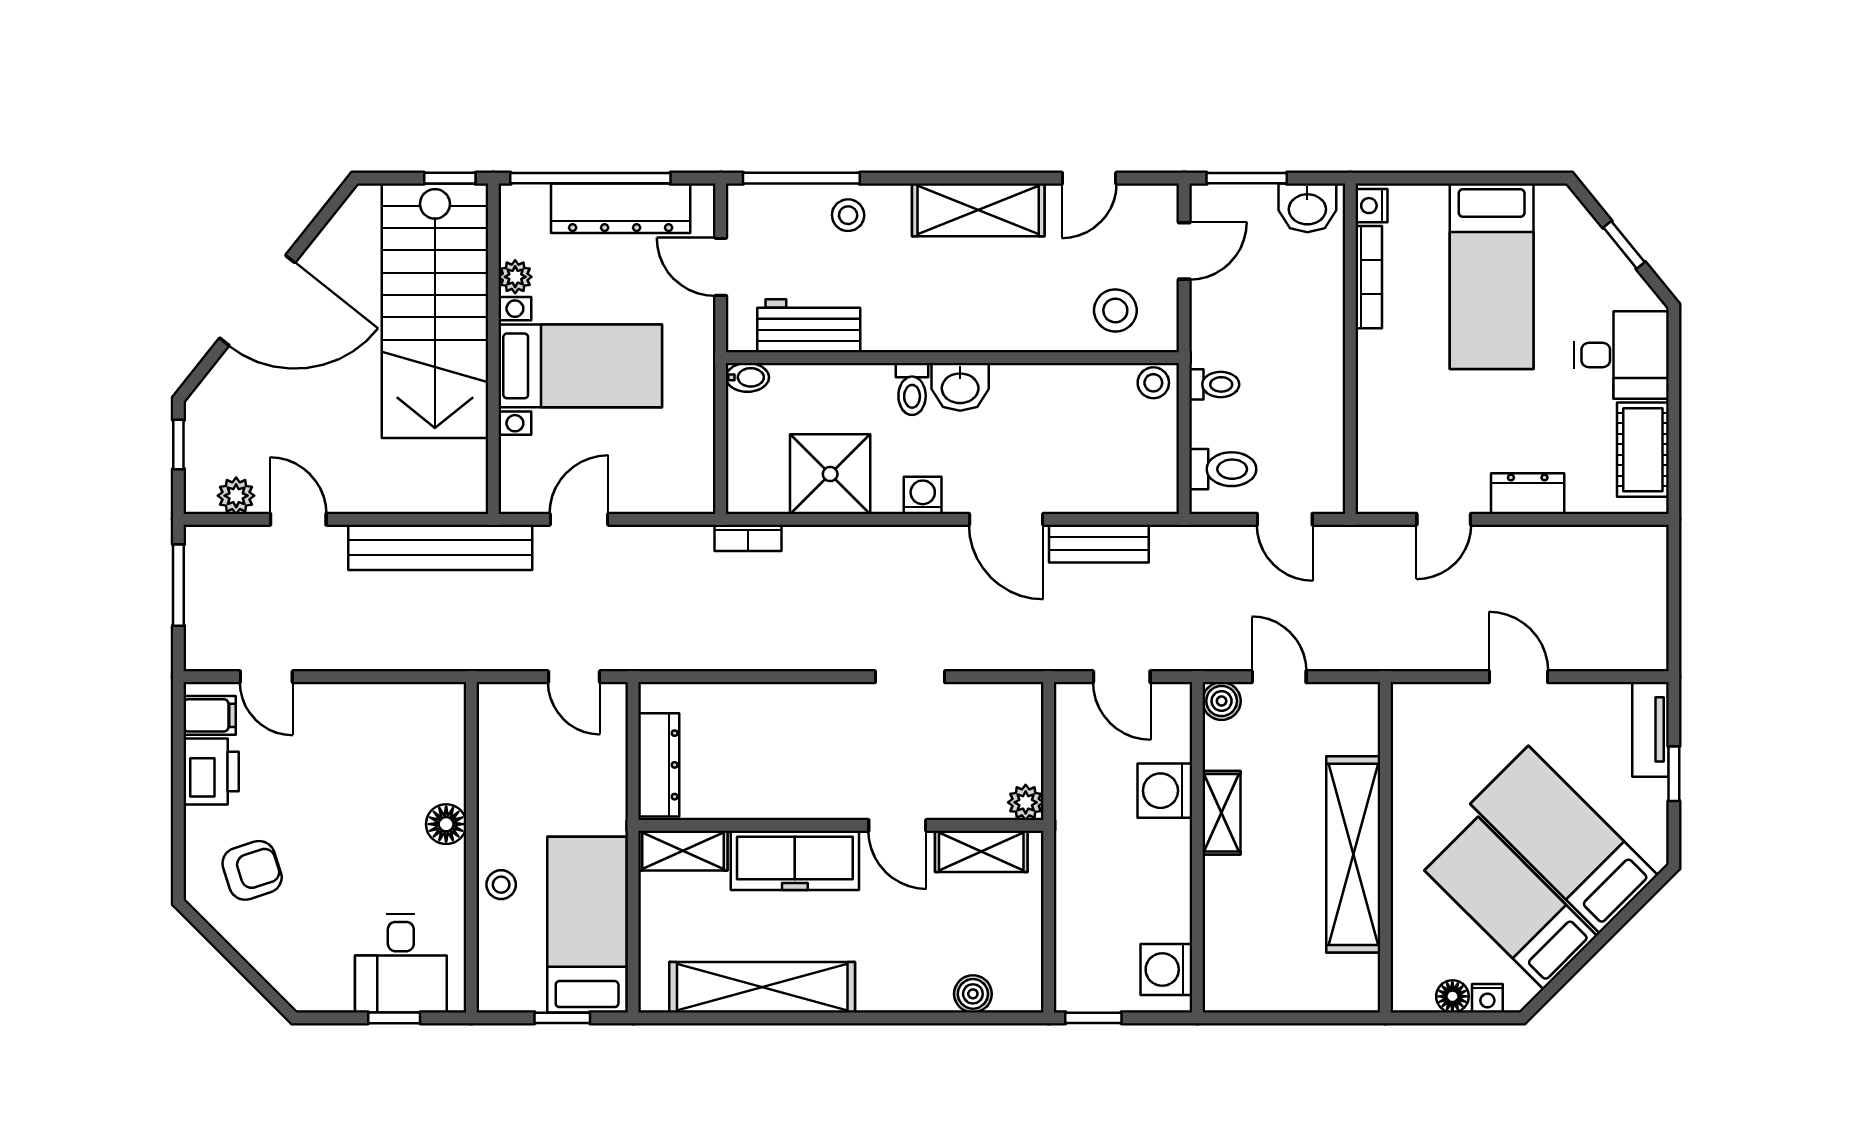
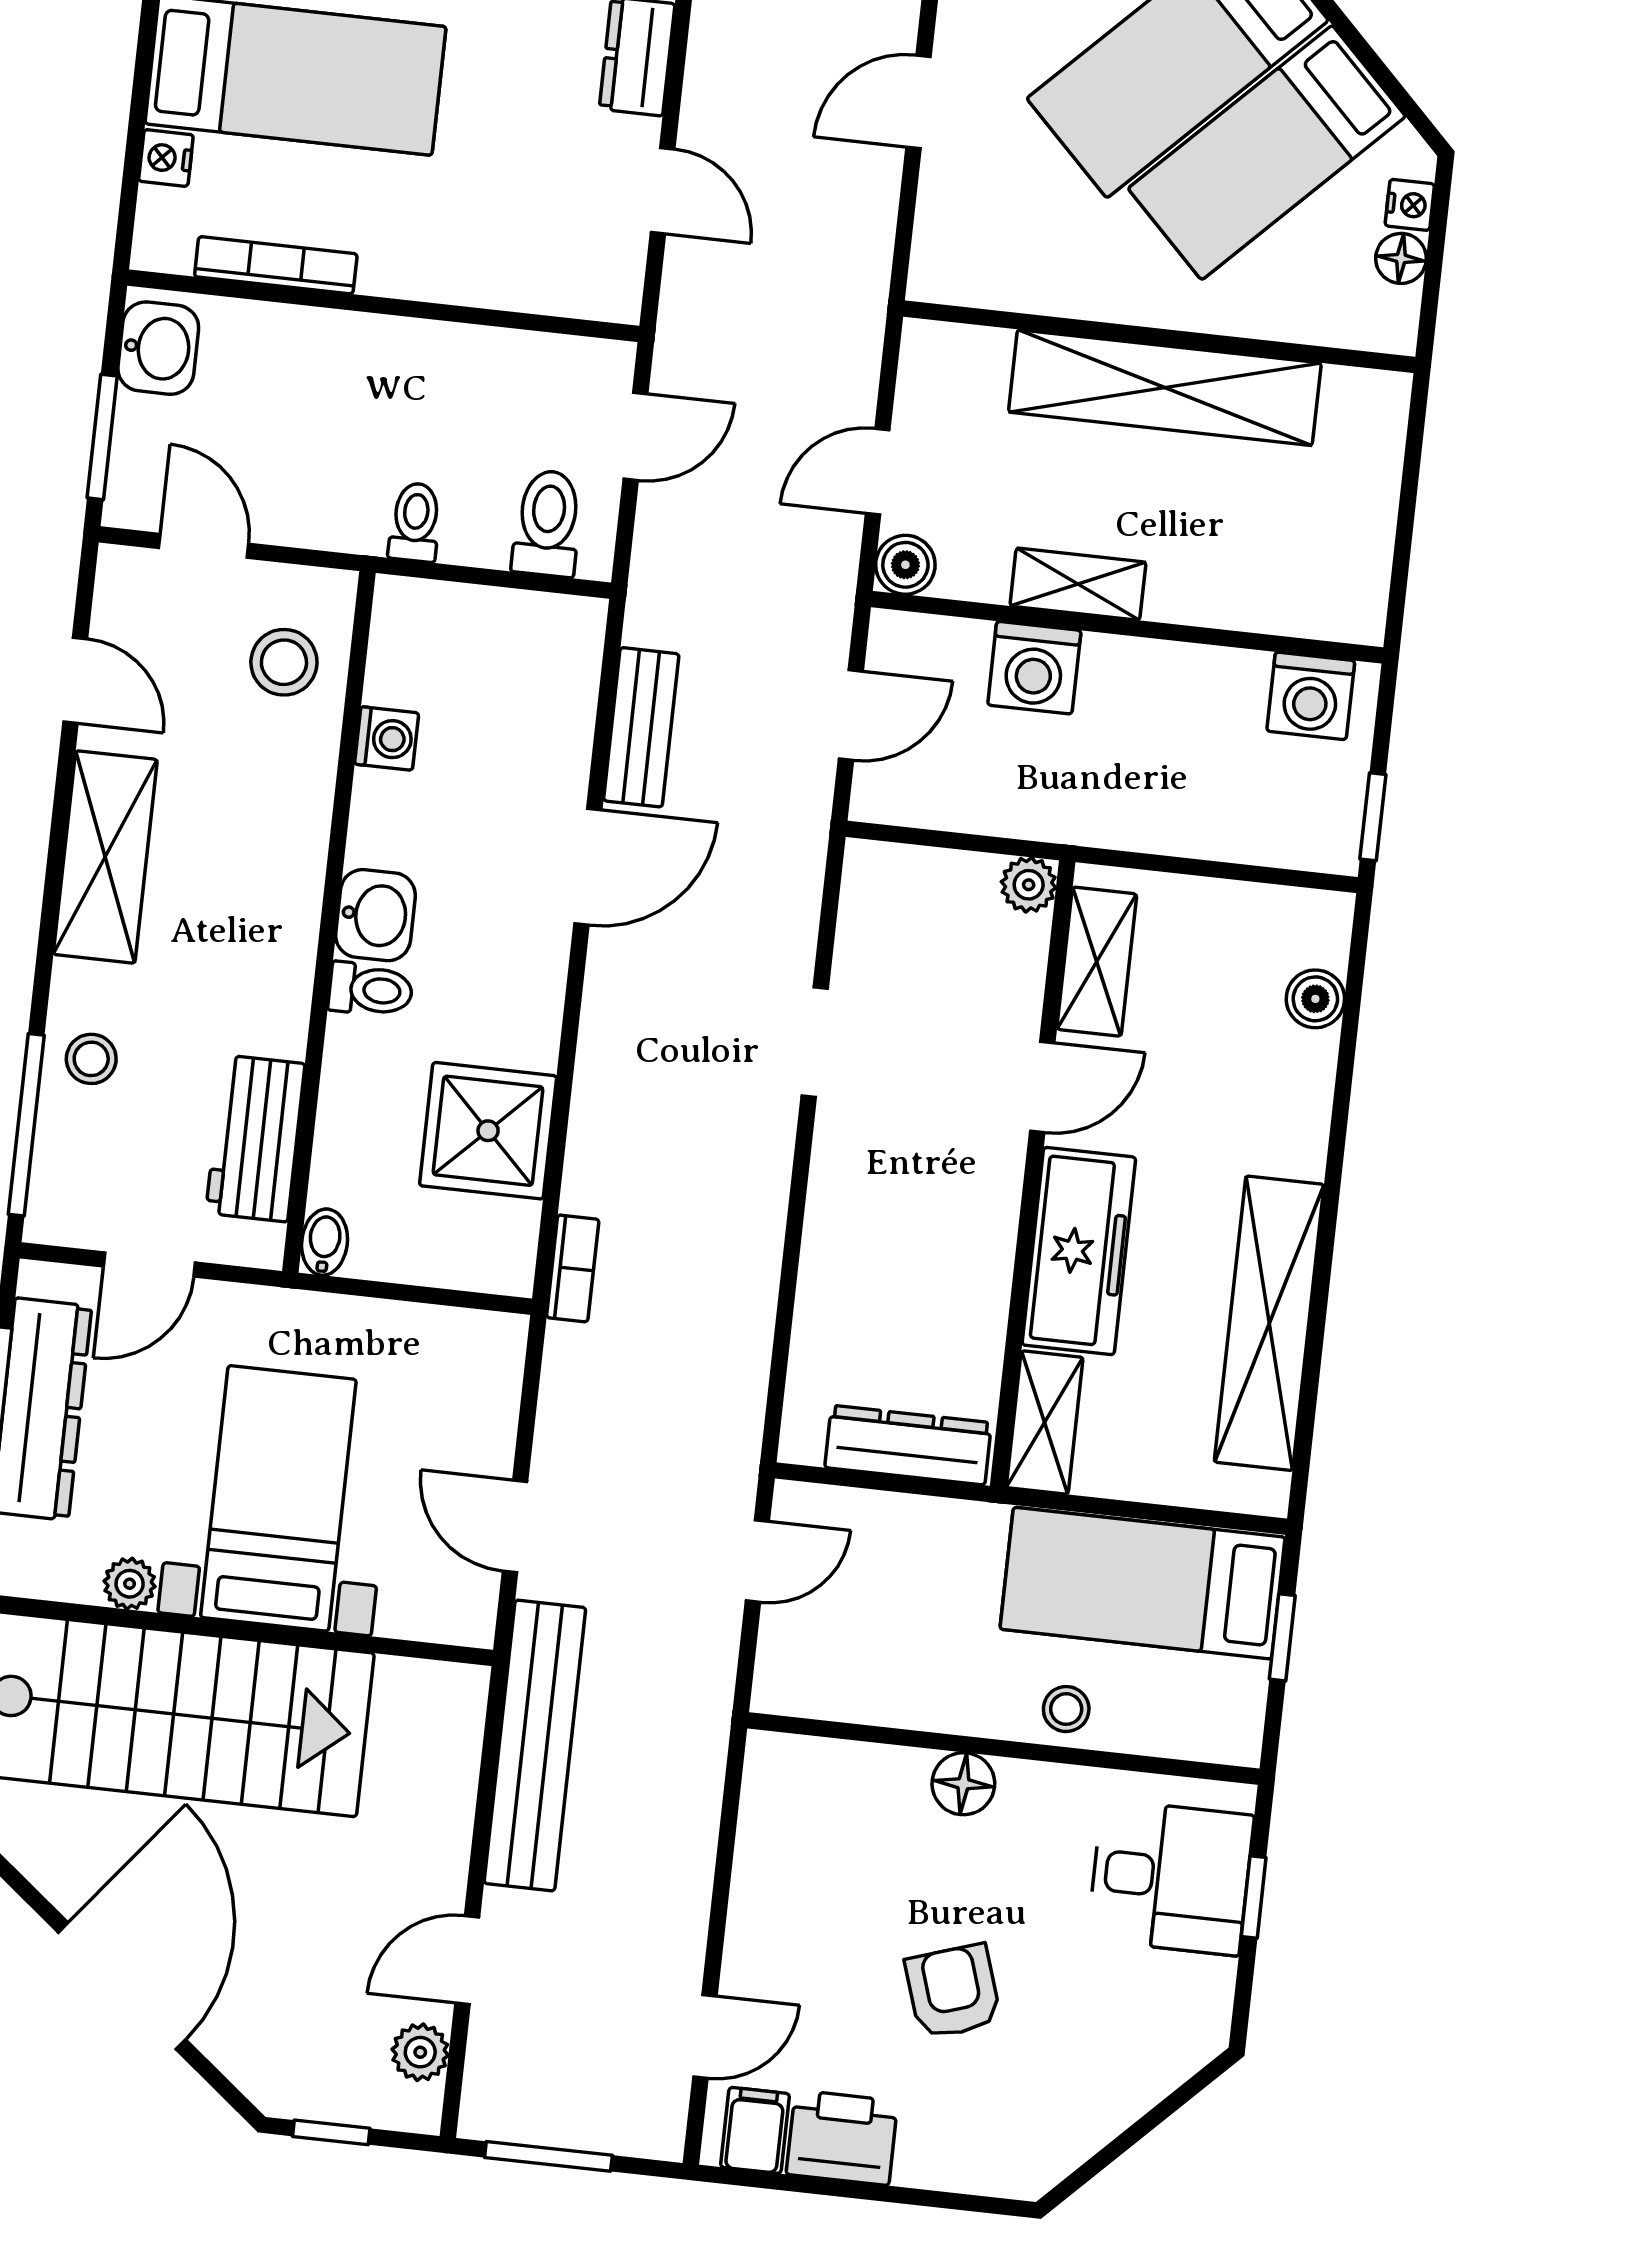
nightstand: (1371, 206) -> (166, 158), moved, turned 90
stool: (1153, 383) -> (402, 616), removed
washing machine: (923, 495) -> (387, 738), moved, turned 180
armchair: (252, 870) -> (953, 1991), moved

